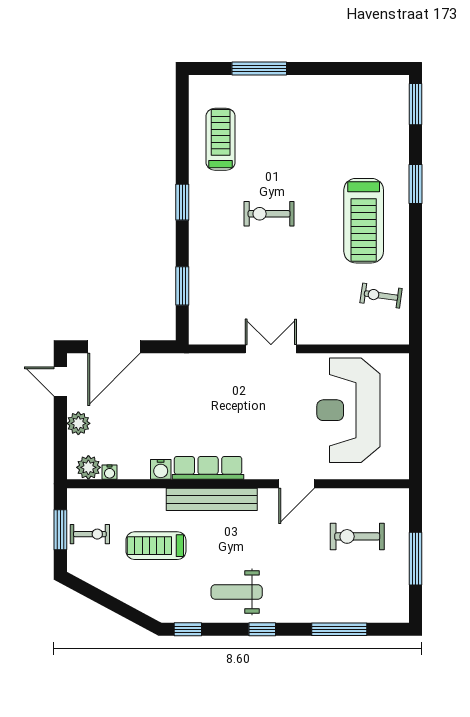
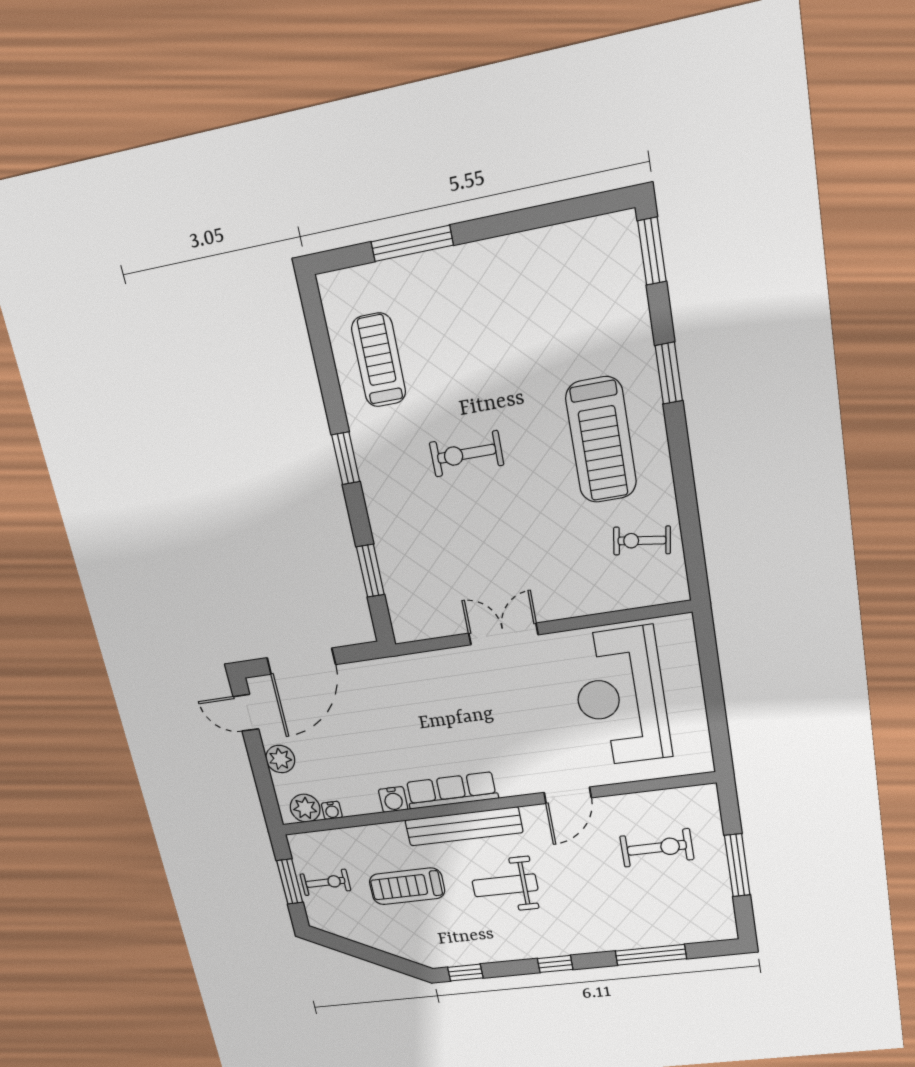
exercise bike: (357, 536) -> (657, 848), turned 180
weight bench: (237, 592) -> (505, 885), moved

